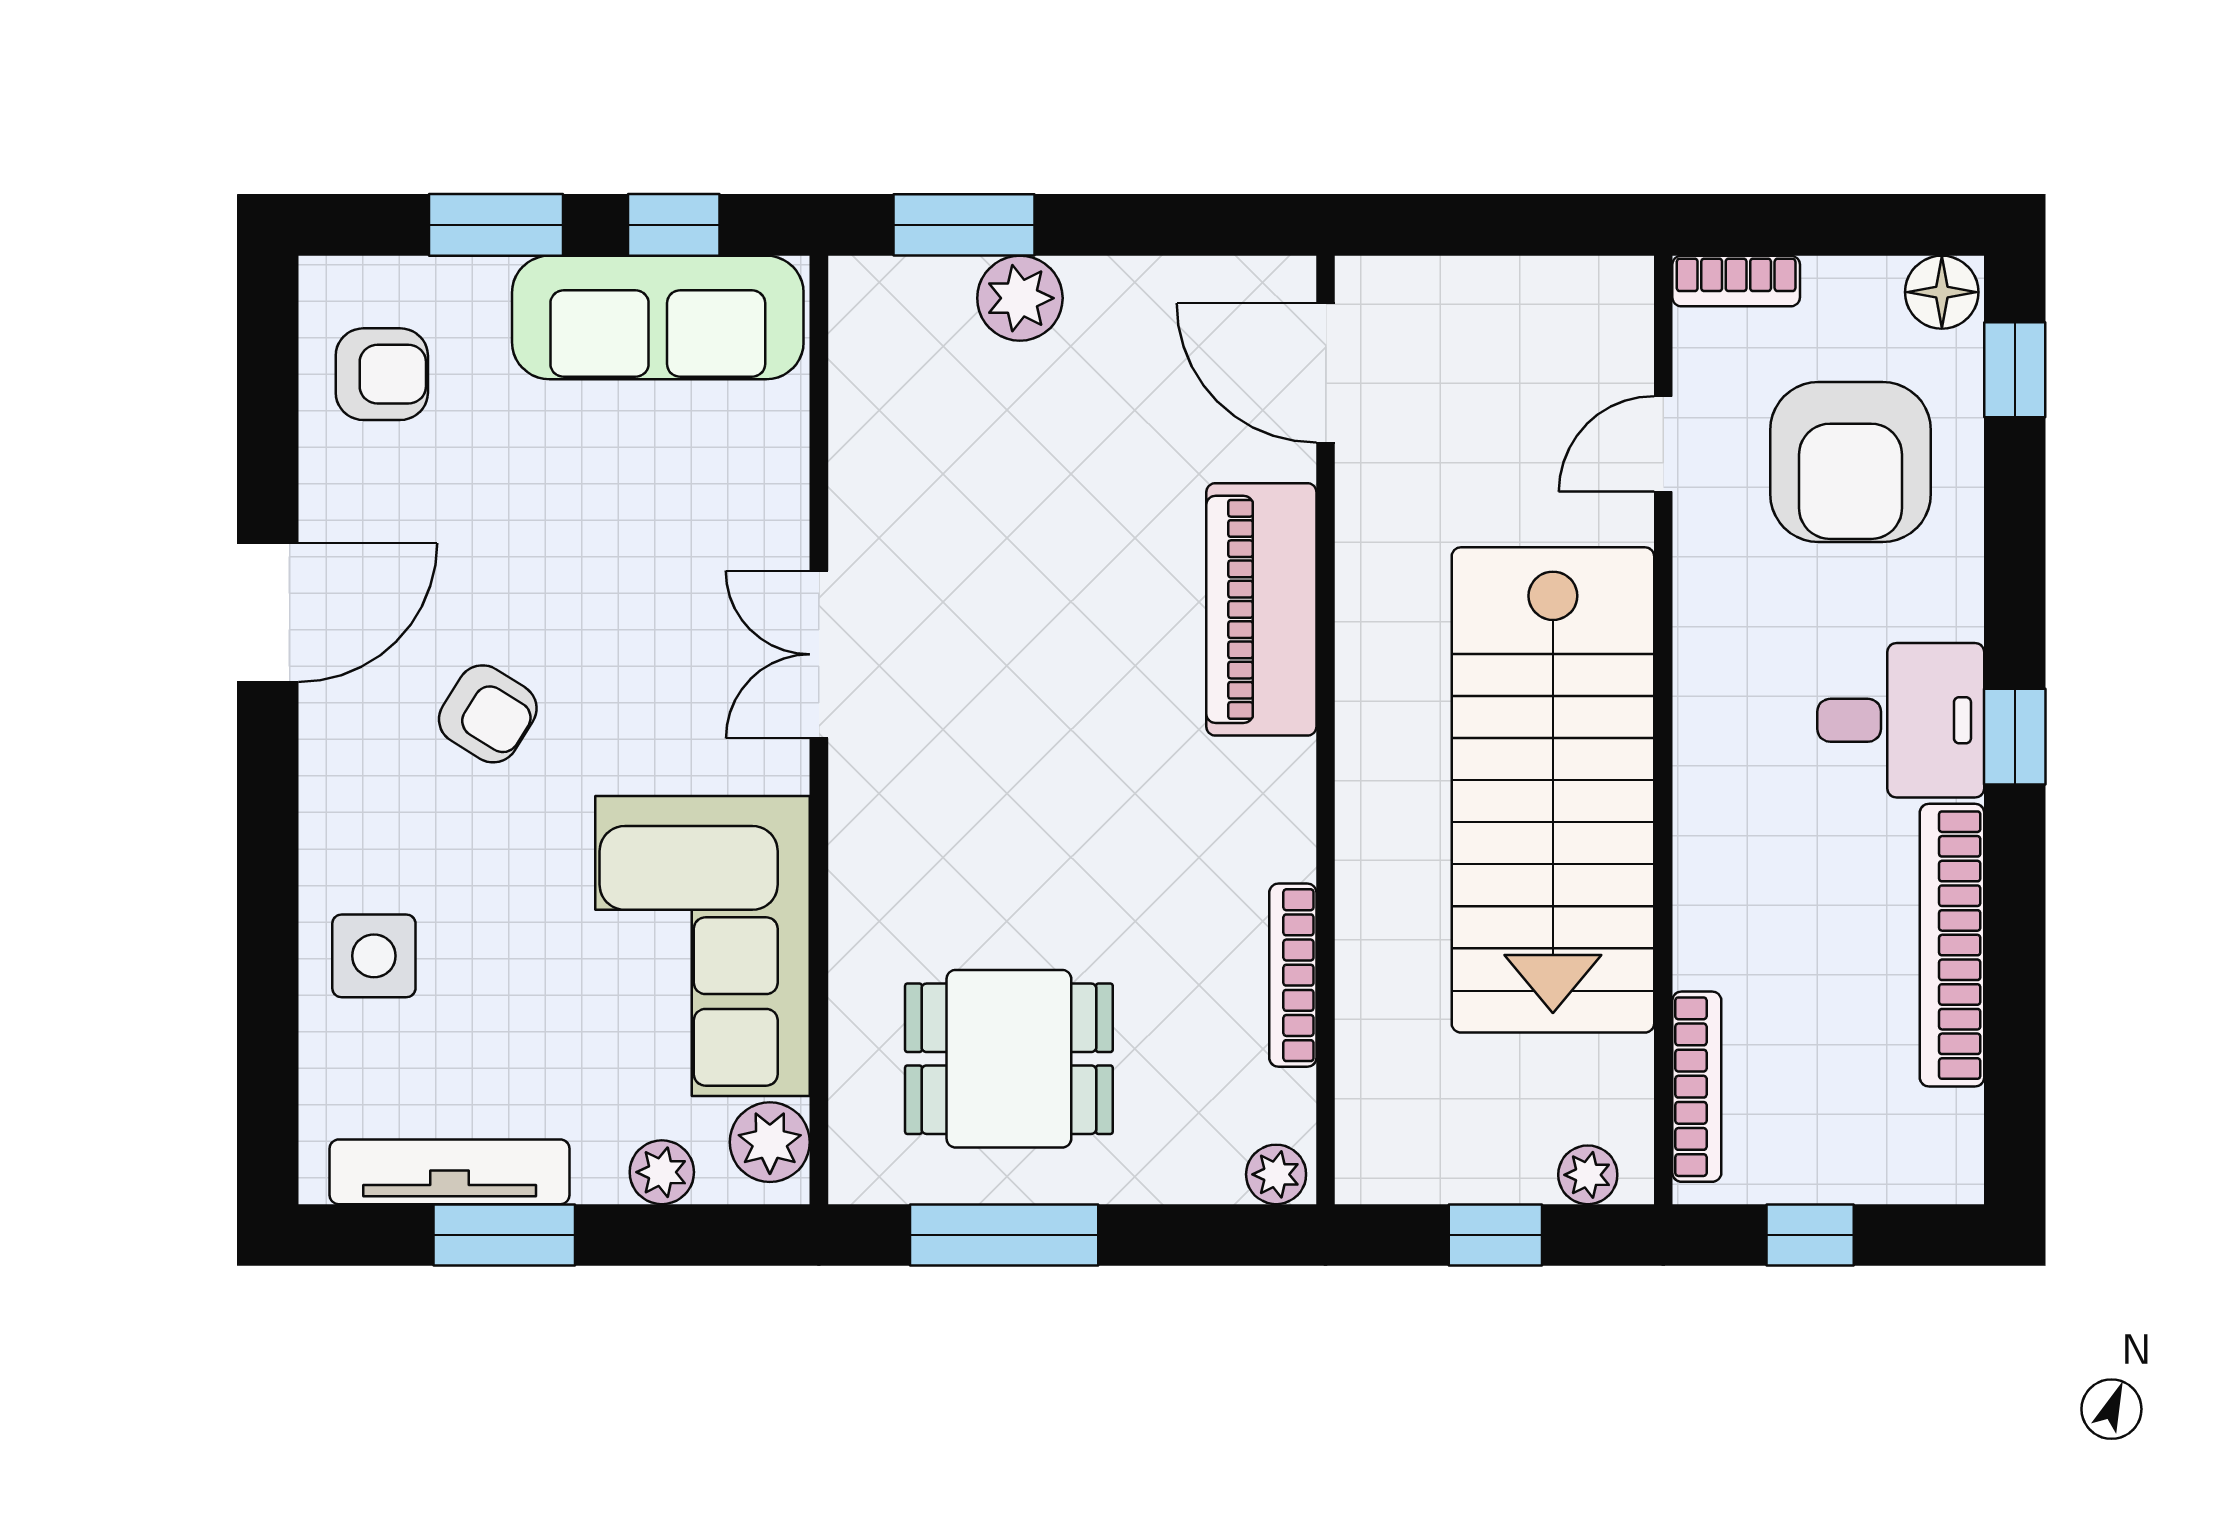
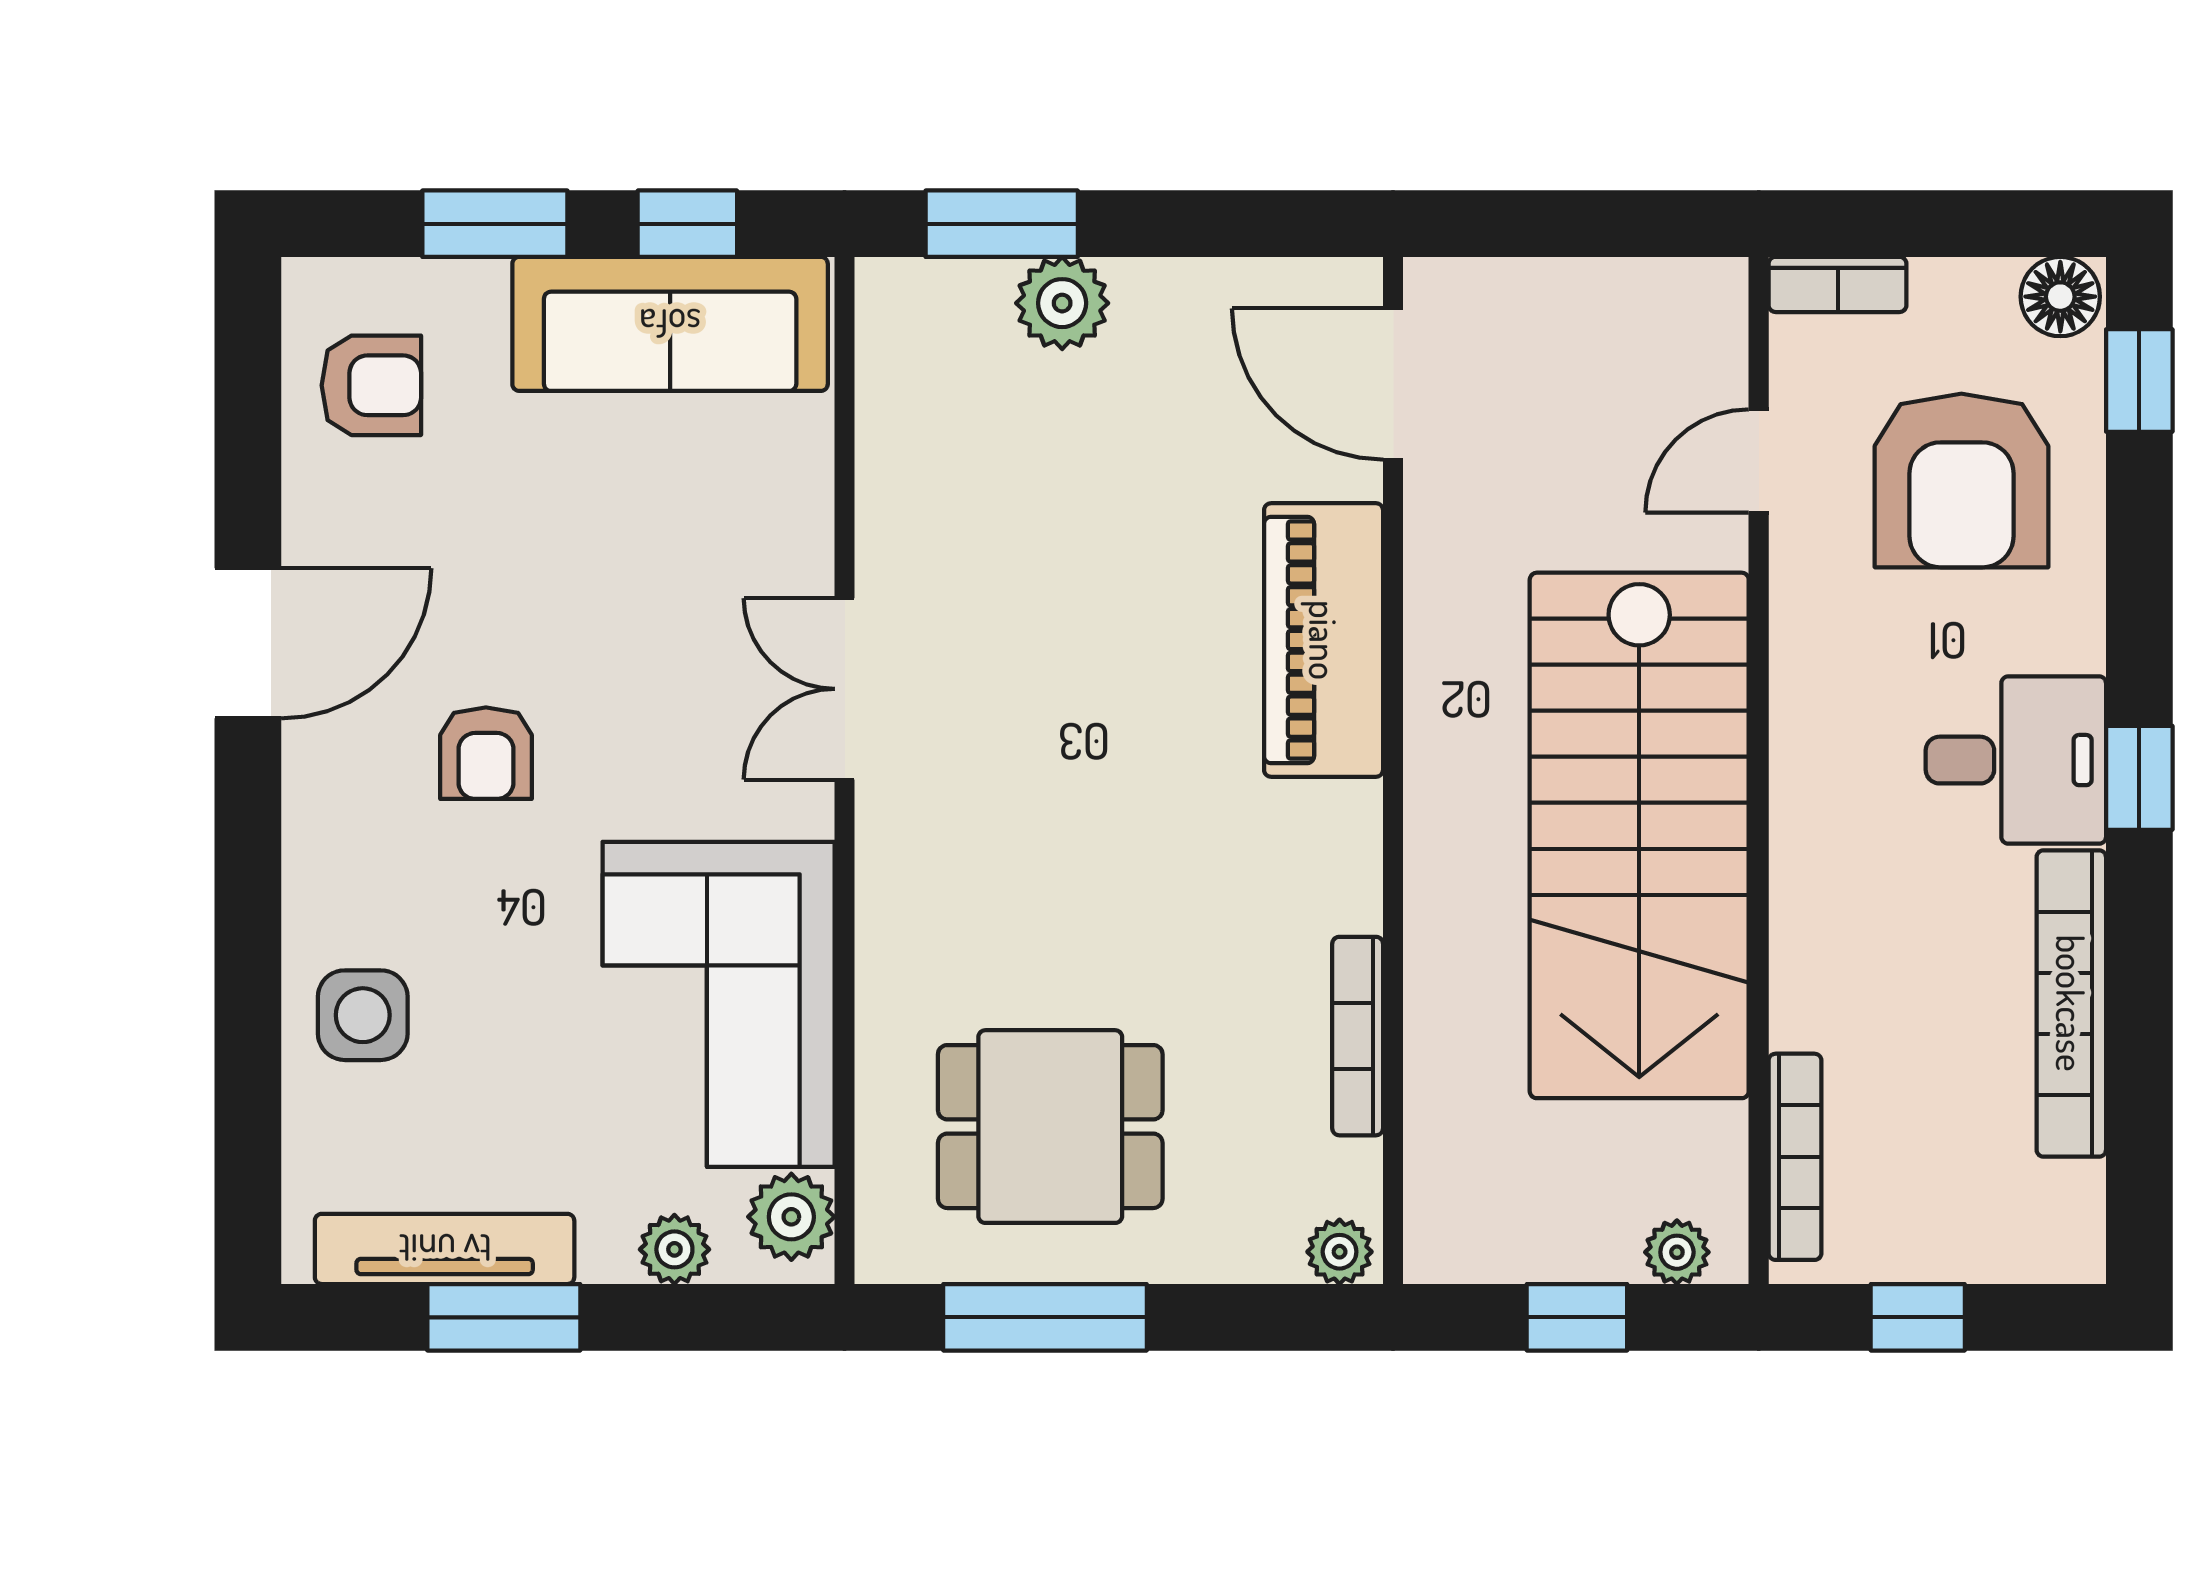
armchair: (488, 714) -> (486, 753), turned 58

